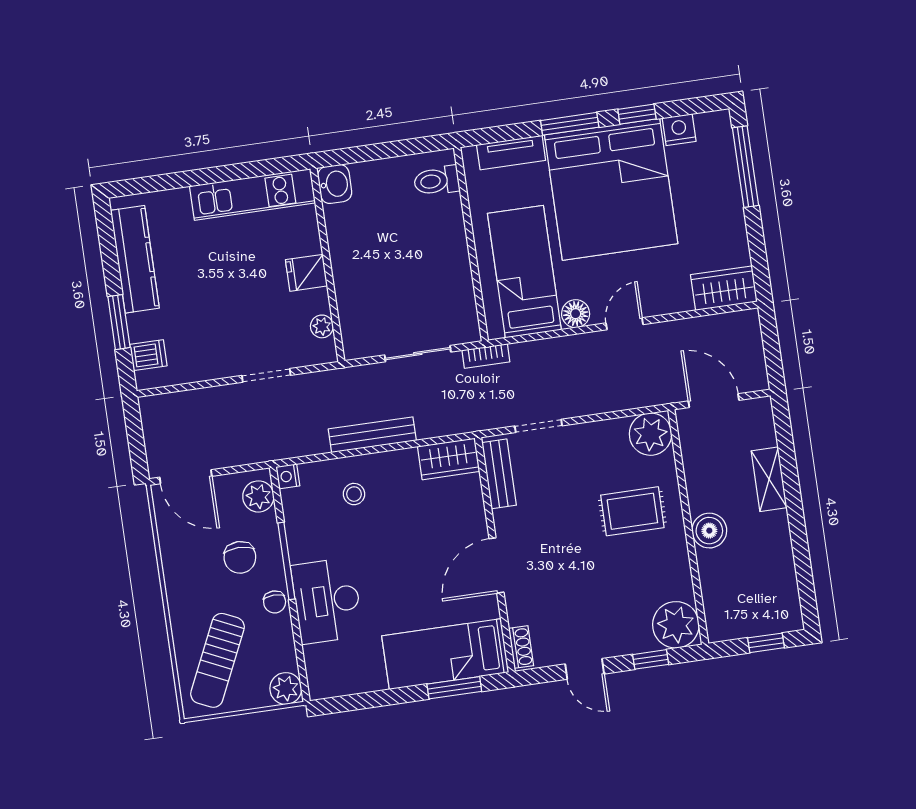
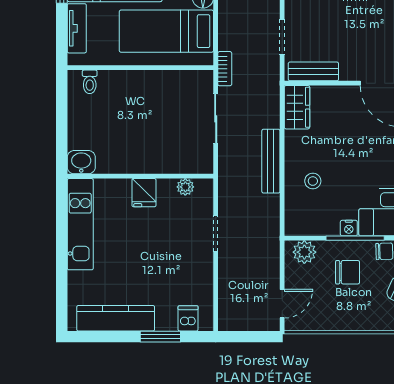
toilet: (437, 181) -> (90, 82), width x0.73, depth x0.72
nightstand: (288, 476) -> (349, 228), moved
door: (186, 477) -> (282, 304), width x0.73

